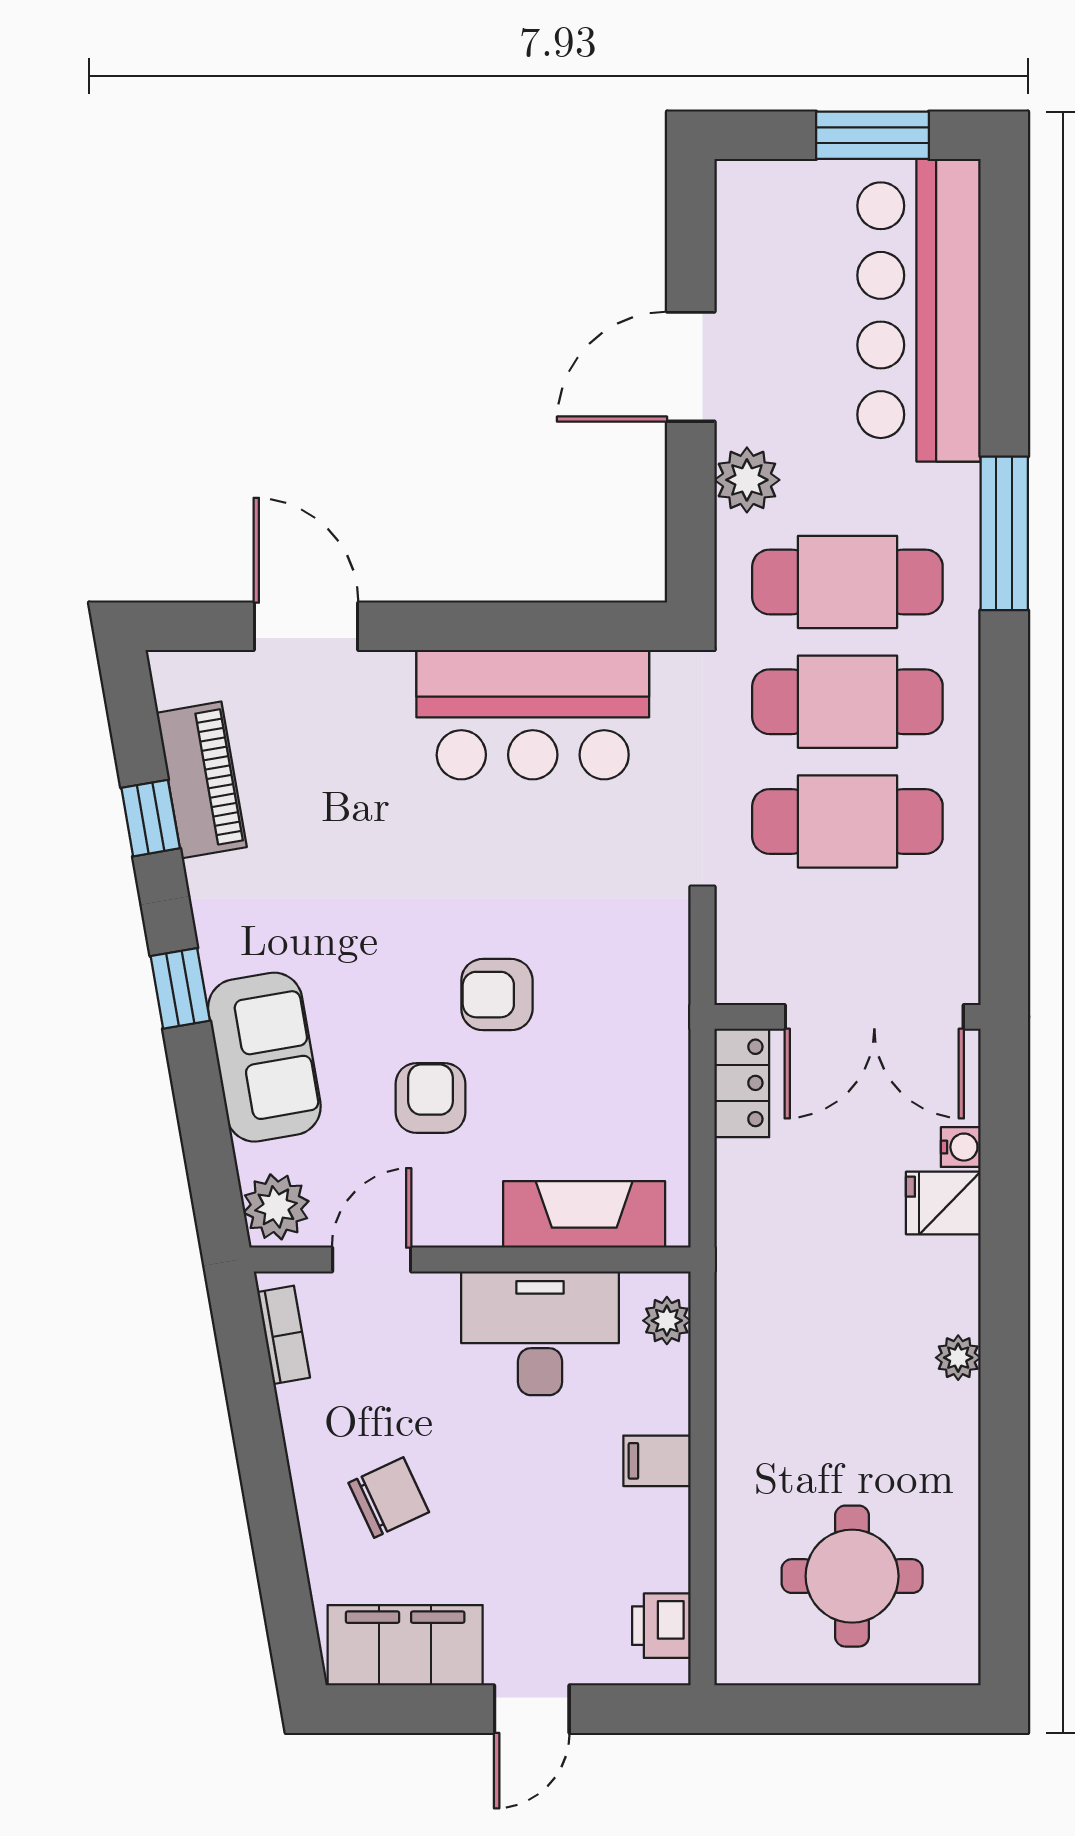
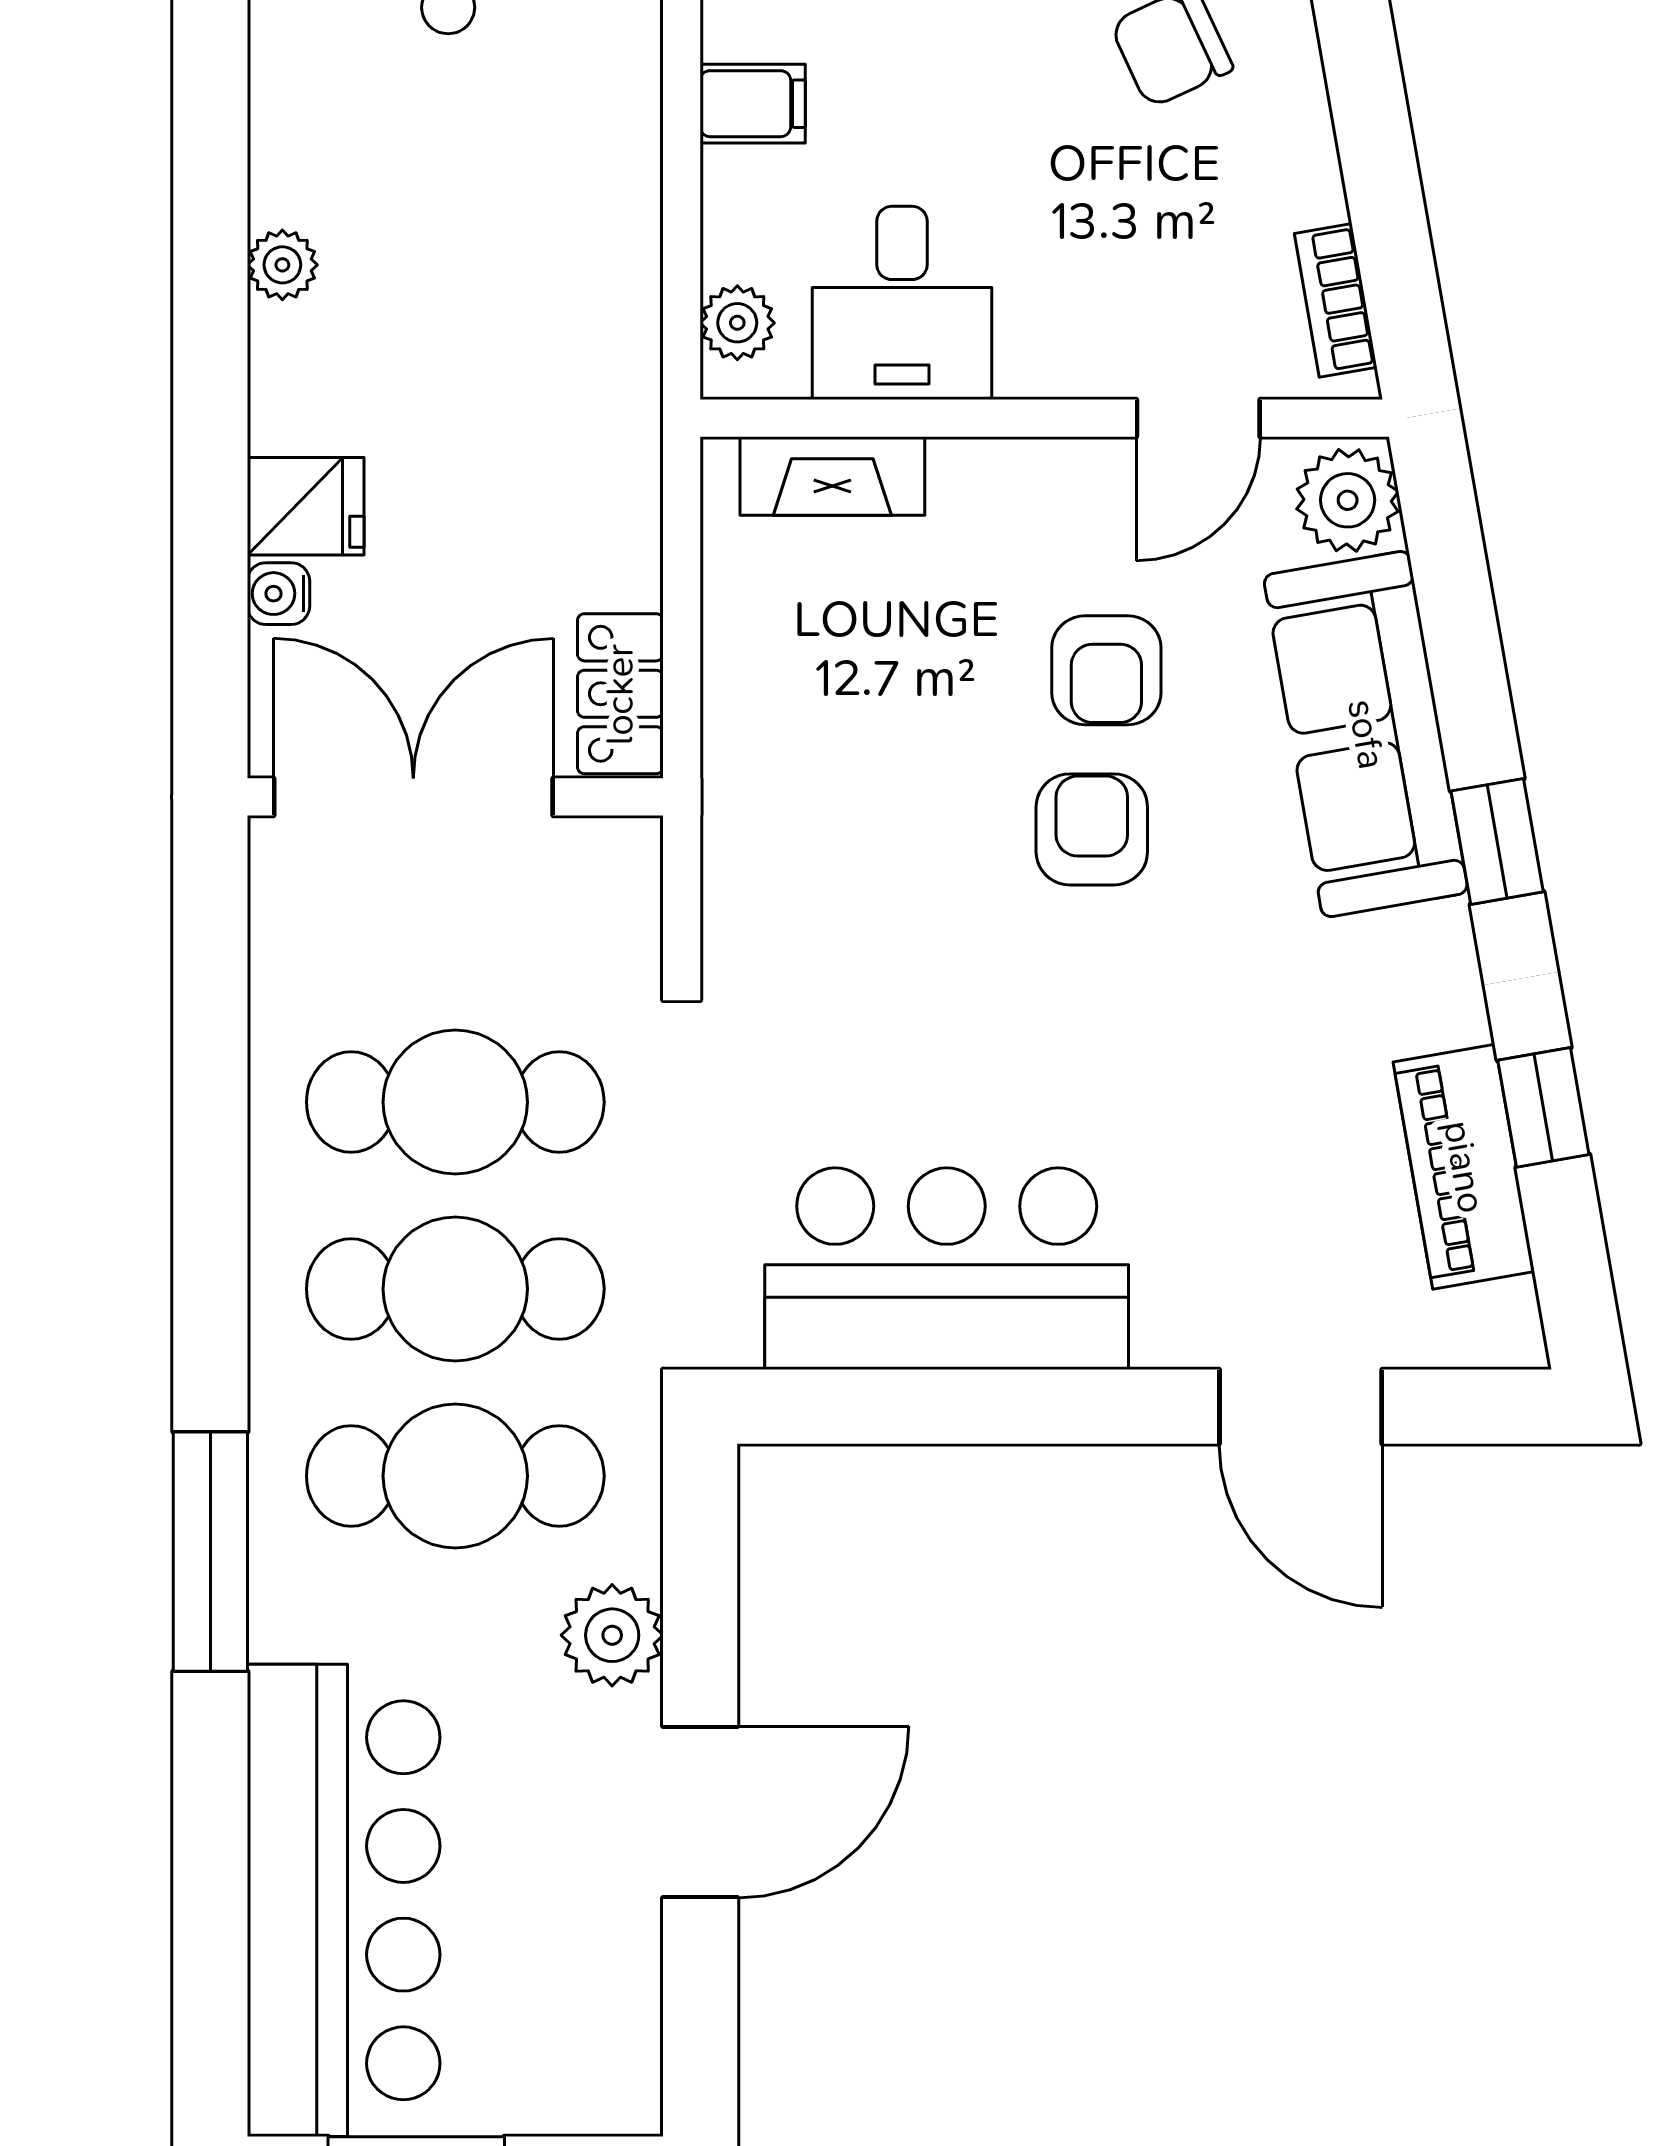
armchair: (497, 995) -> (1092, 829), moved, turned -90
sofa: (264, 1057) -> (1366, 734), width x1.36
fireplace: (584, 1214) -> (832, 476), width x0.73, depth x0.76
desk: (540, 1333) -> (902, 303), width x0.73

